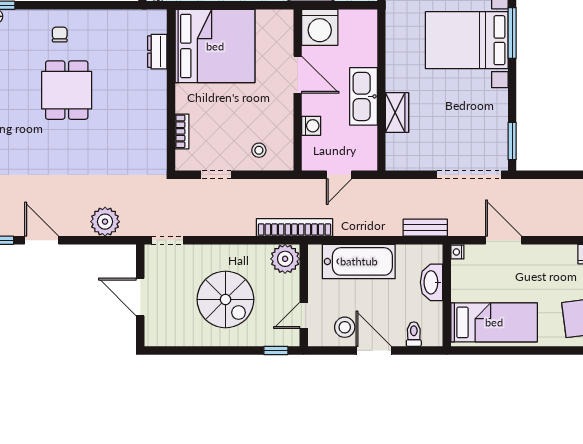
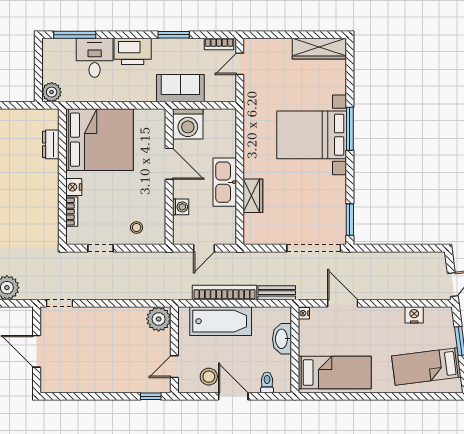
nightstand: (184, 102) -> (74, 187), added
bookcase: (294, 227) -> (225, 293), moved
spiral stairs: (225, 299) -> (108, 353), removed

